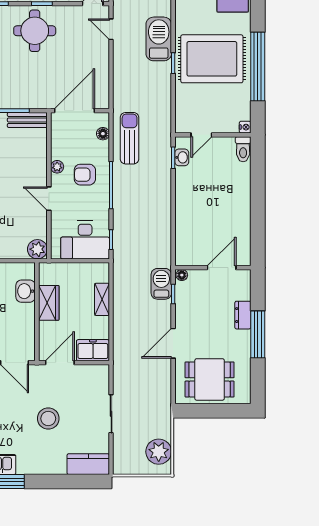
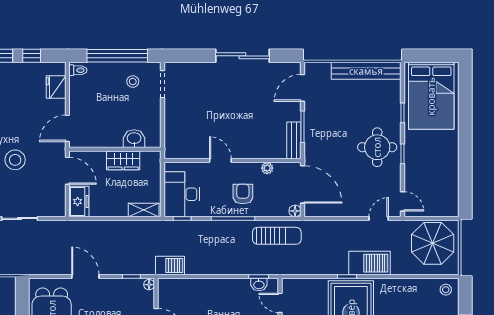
floor lamp: (103, 134) -> (295, 211), moved
plant: (57, 167) -> (267, 168), moved
door: (49, 199) -> (220, 160), hinge flipped
plant: (37, 249) -> (173, 150), removed
barbecue: (161, 284) -> (170, 265), moved
shelving: (102, 299) -> (144, 210), moved

